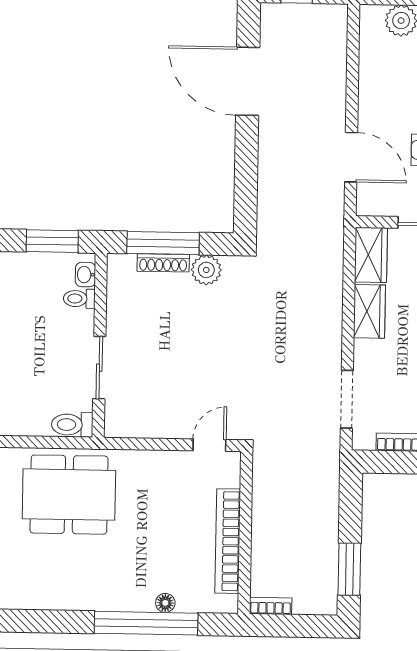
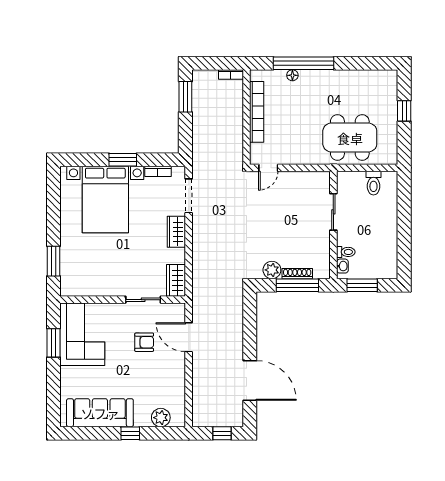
wardrobe: (369, 311) -> (176, 232), moved
toilet: (72, 425) -> (373, 183), moved, turned 90

